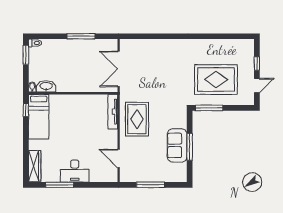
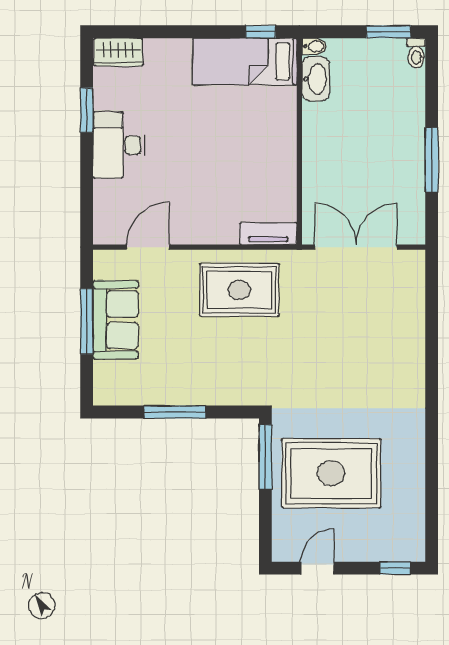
window: (257, 63) -> (395, 568), moved
rug: (216, 80) -> (331, 473), turned 90
door: (257, 85) -> (317, 568), swing flipped
tv unit: (113, 112) -> (268, 234), width x0.71
sofa: (177, 145) -> (116, 320), moved, turned 90
wardrobe: (35, 166) -> (118, 52), width x0.67
window: (60, 185) -> (87, 110), width x0.69

